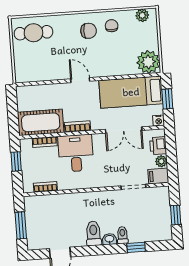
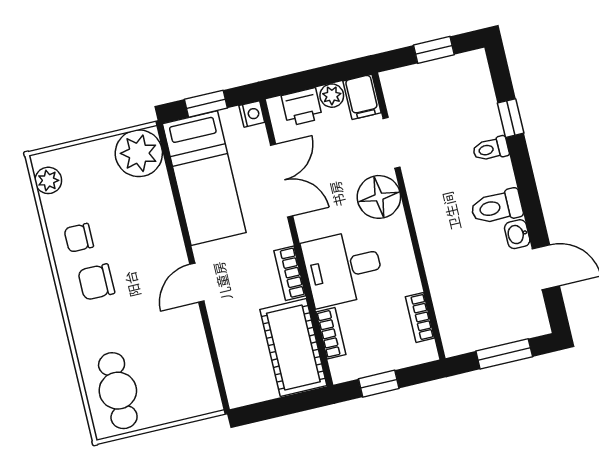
chair: (89, 31) -> (96, 282), turned -90
floor lamp: (108, 176) -> (379, 197), added
washbasin: (109, 239) -> (517, 234), moved

